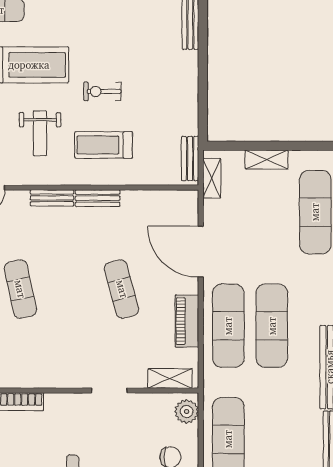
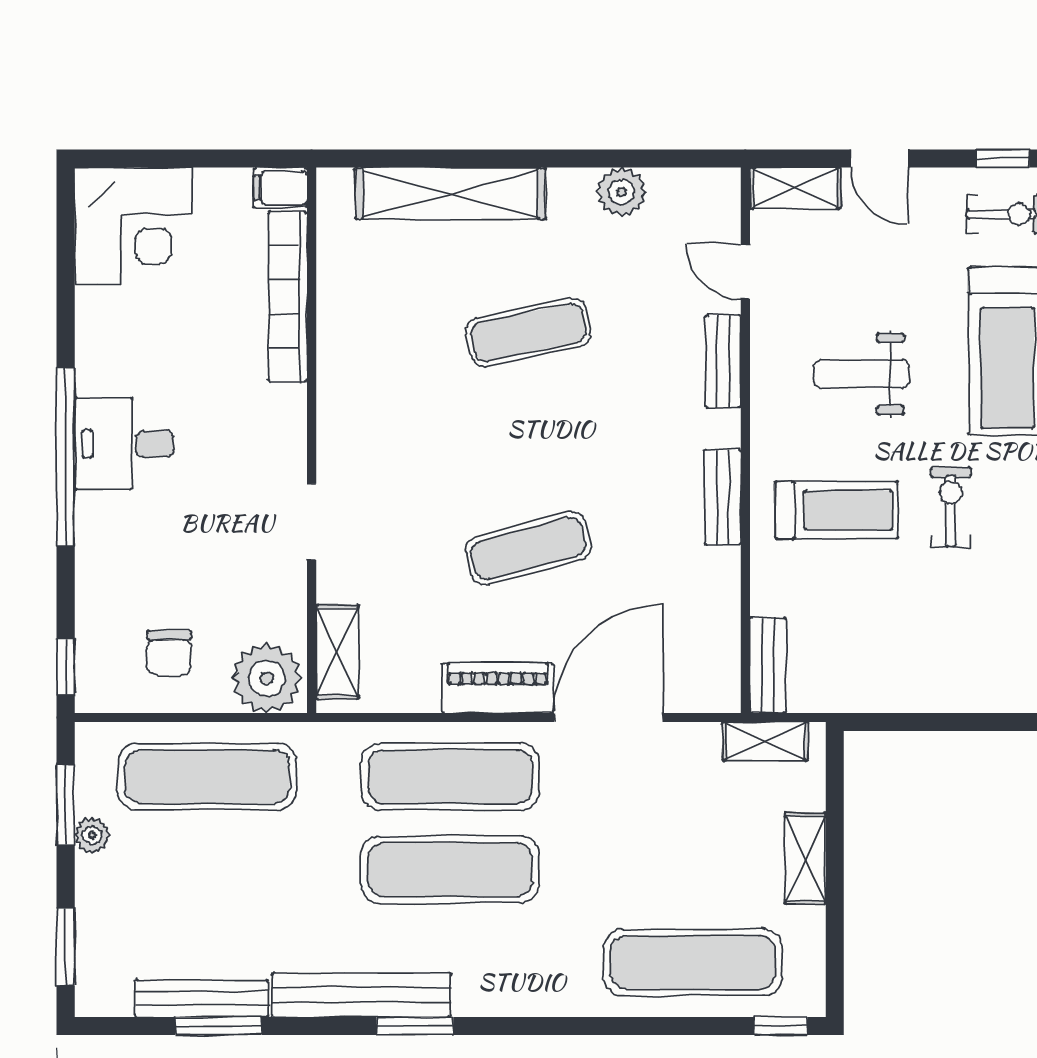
treadmill: (104, 145) -> (836, 510), turned 90
bench: (190, 158) -> (768, 665), moved, turned 90
bench: (52, 198) -> (723, 361), moved
piano: (187, 321) -> (498, 688), moved
plant: (187, 411) -> (267, 678), width x1.36, depth x1.36

